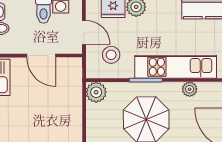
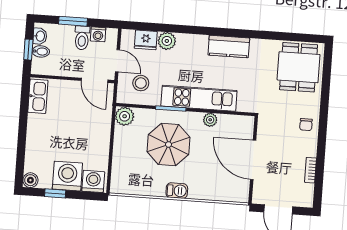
door: (41, 56) -> (95, 80), moved

